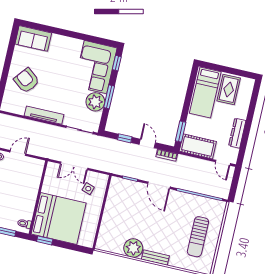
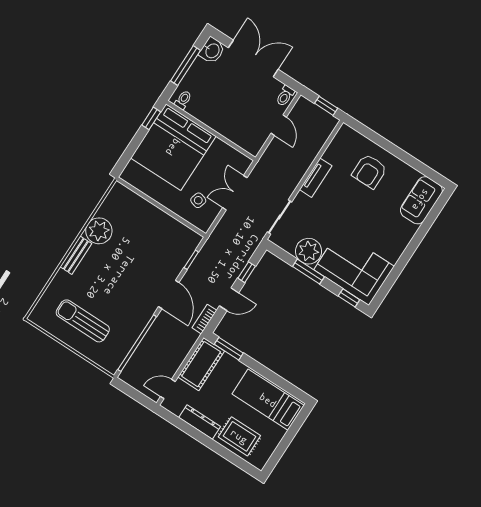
armchair: (27, 80) -> (369, 171), turned 141
rug: (229, 90) -> (239, 436), moved
tv unit: (44, 115) -> (316, 178), width x0.71
door: (159, 185) -> (169, 295), swing flipped

